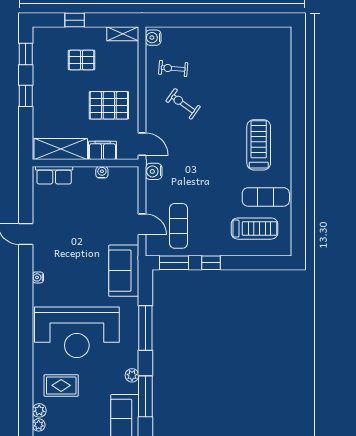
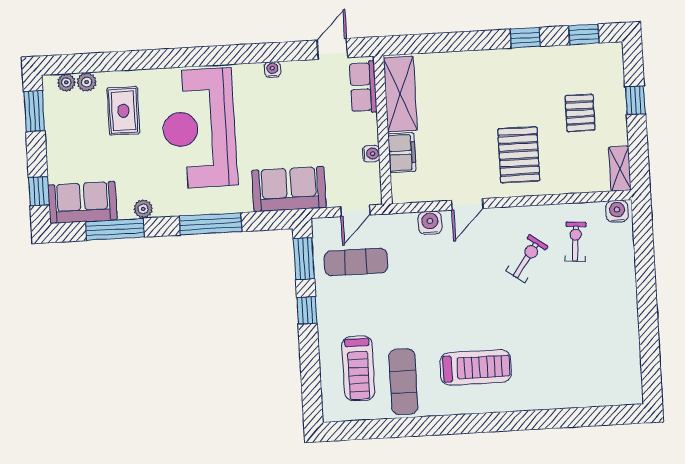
shelving: (61, 149) -> (400, 94), moved
filing cabinet: (103, 150) -> (402, 153), moved
wall: (86, 163) -> (383, 130), moved
water cooler: (102, 172) -> (371, 154), moved
row of seats: (54, 175) -> (363, 87), moved

